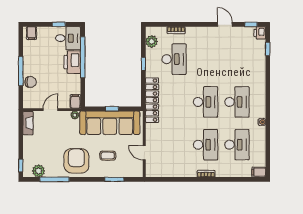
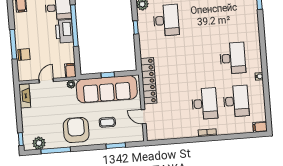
locker: (152, 100) -> (149, 81), moved
desk: (206, 102) -> (201, 61), removed

